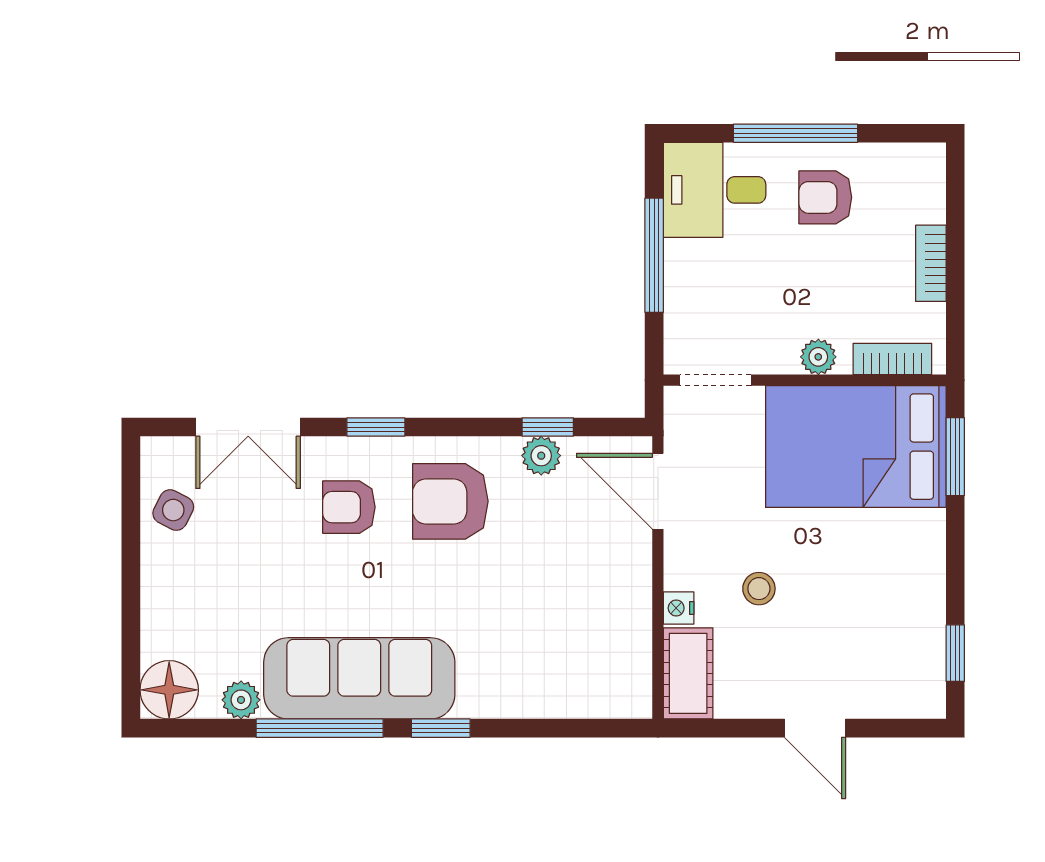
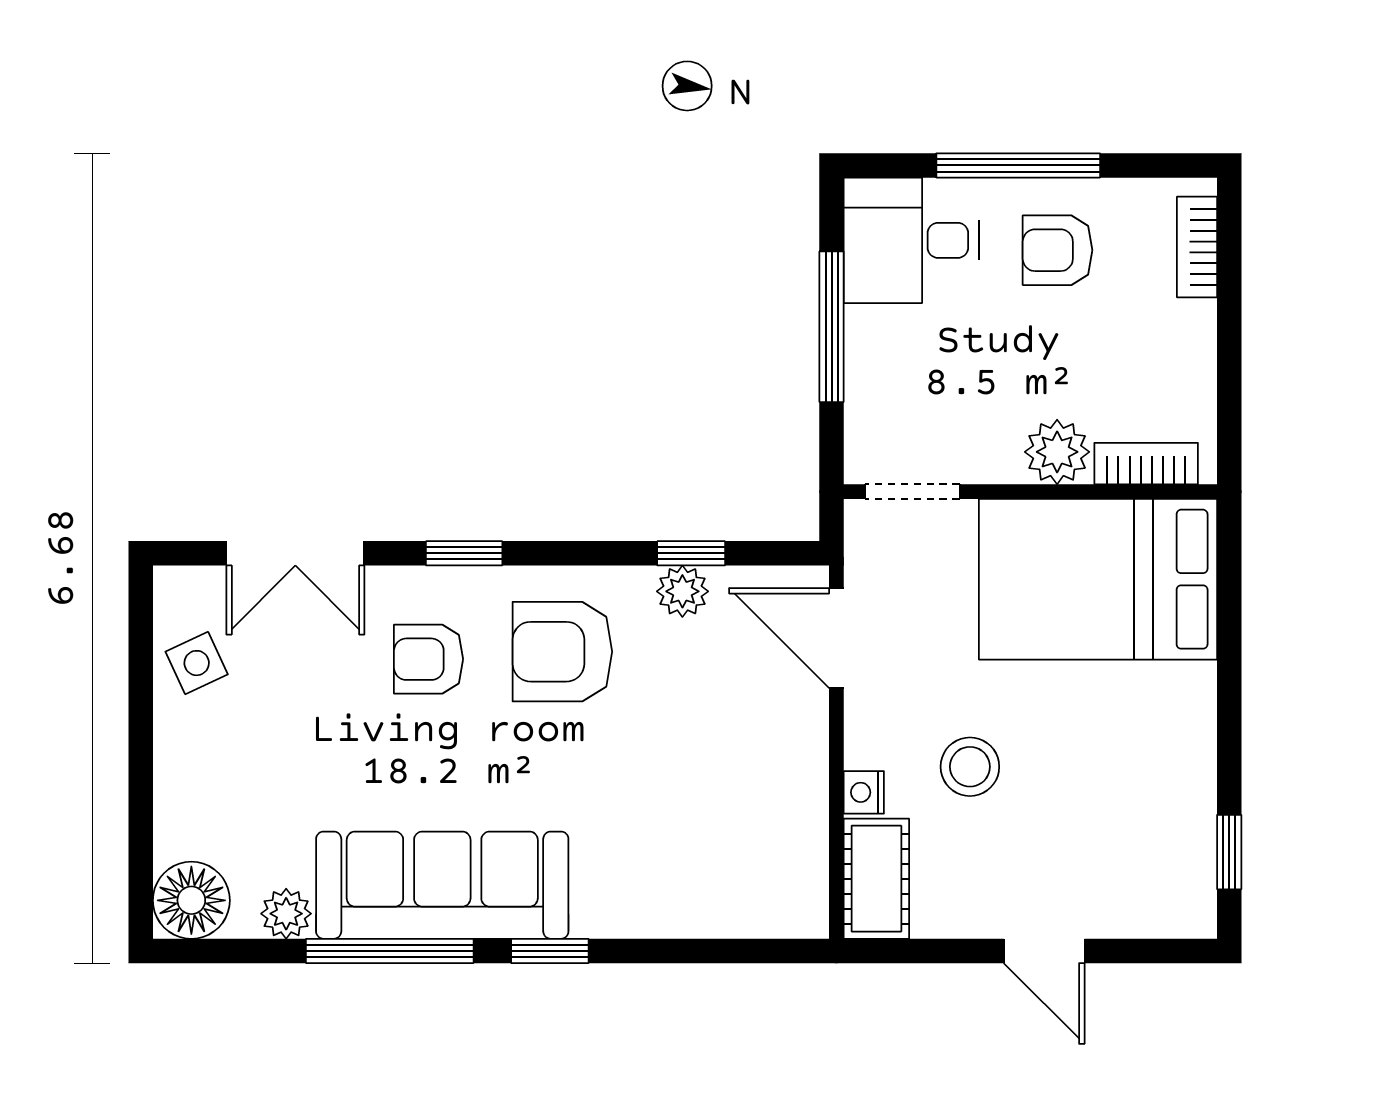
bookcase: (931, 263) -> (1197, 247), moved
plant: (818, 357) -> (1057, 452), width x1.38, depth x1.38
window: (955, 457) -> (1229, 592), removed
side table: (173, 510) -> (197, 663), turned 38
stool: (759, 589) -> (970, 767), width x1.37, depth x1.37

